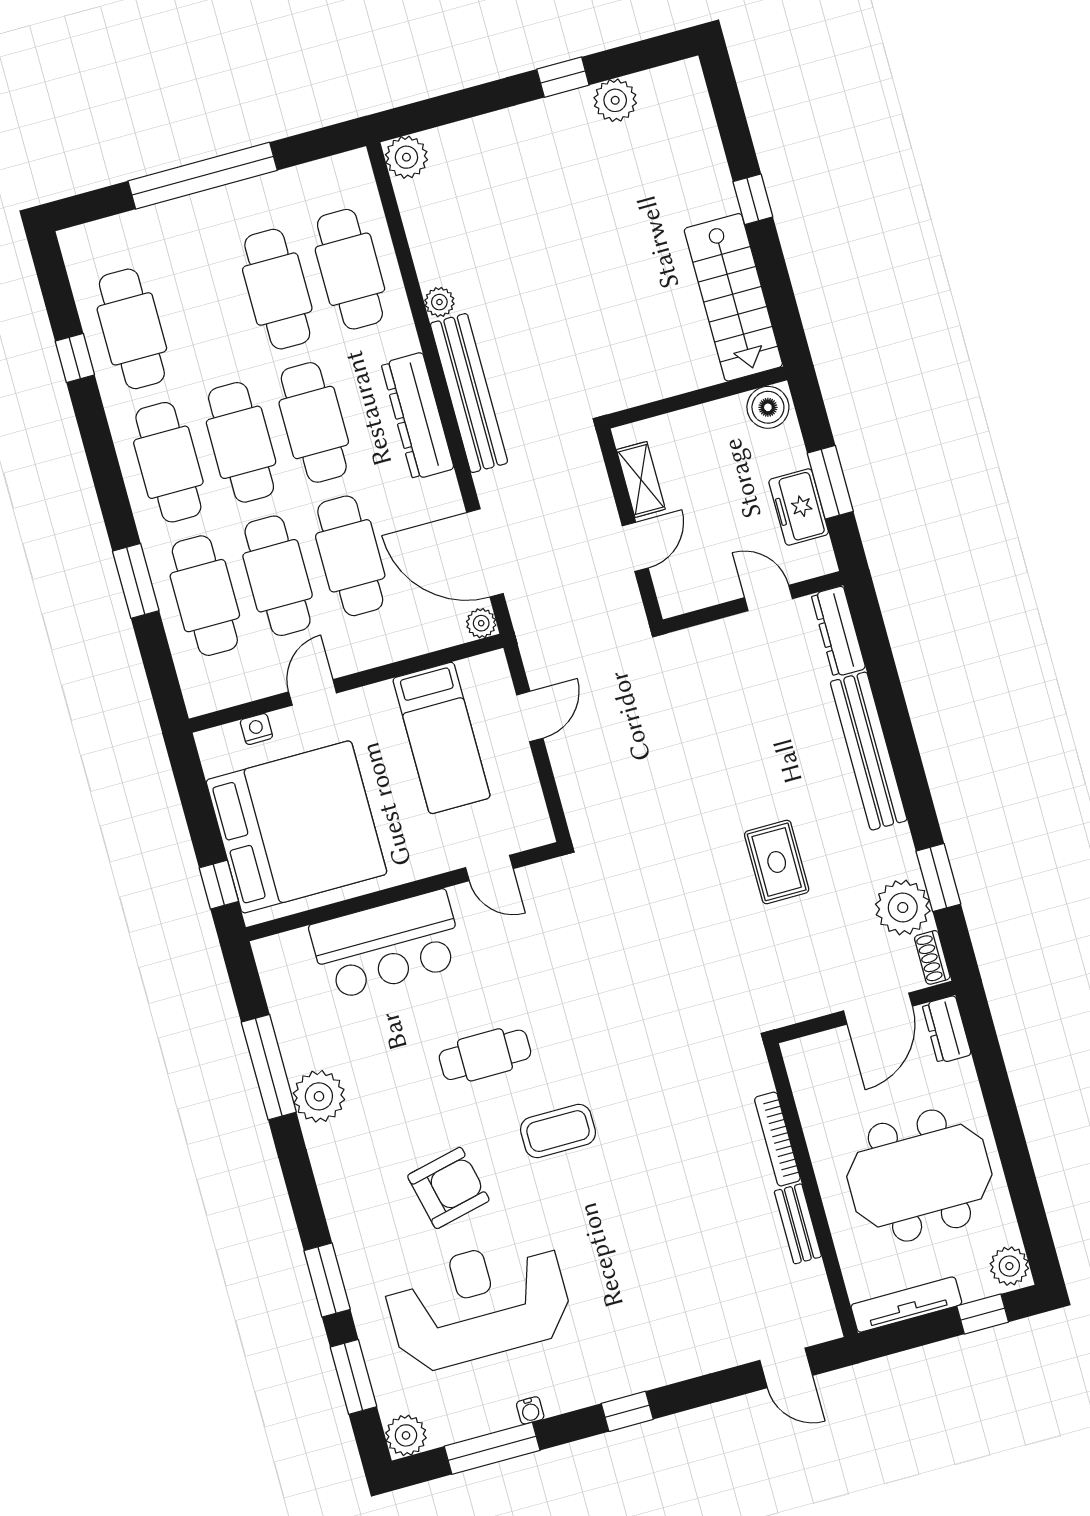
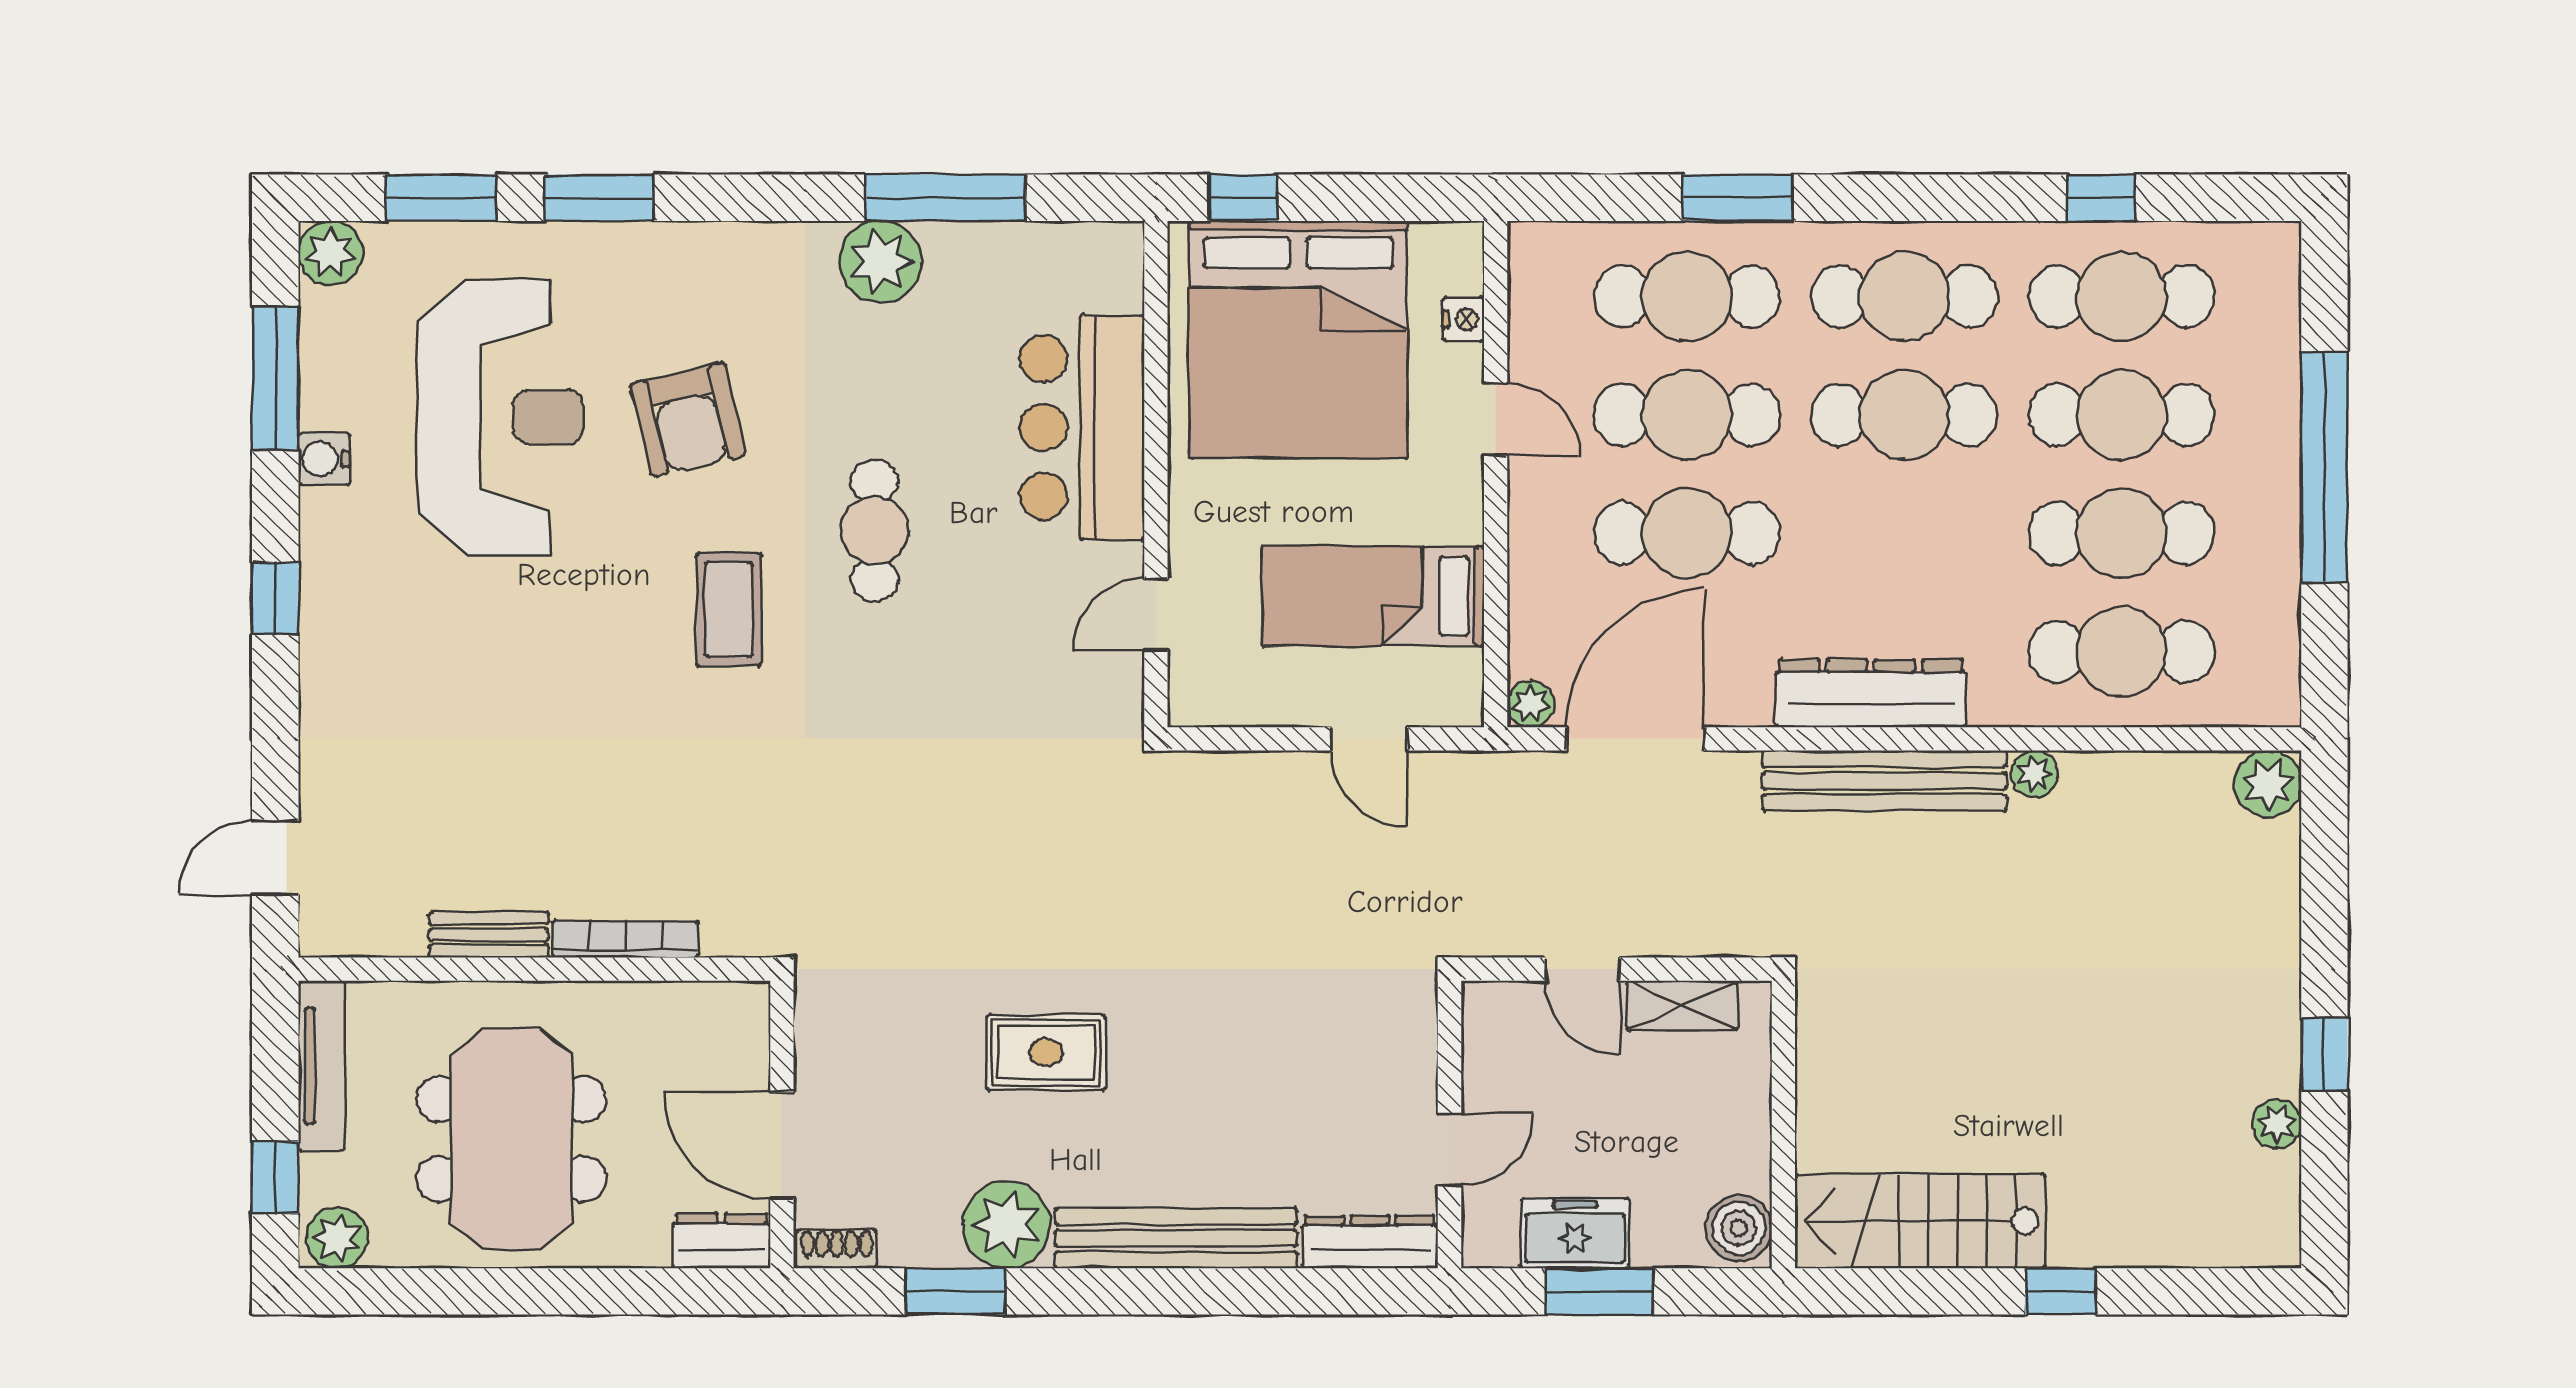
plant: (615, 100) -> (2277, 1124), width x0.73, depth x0.73
cafe table: (314, 422) -> (2122, 415), moved
plant: (903, 907) -> (1007, 1225), moved
water cooler: (530, 1410) -> (324, 459), width x1.38, depth x1.38

